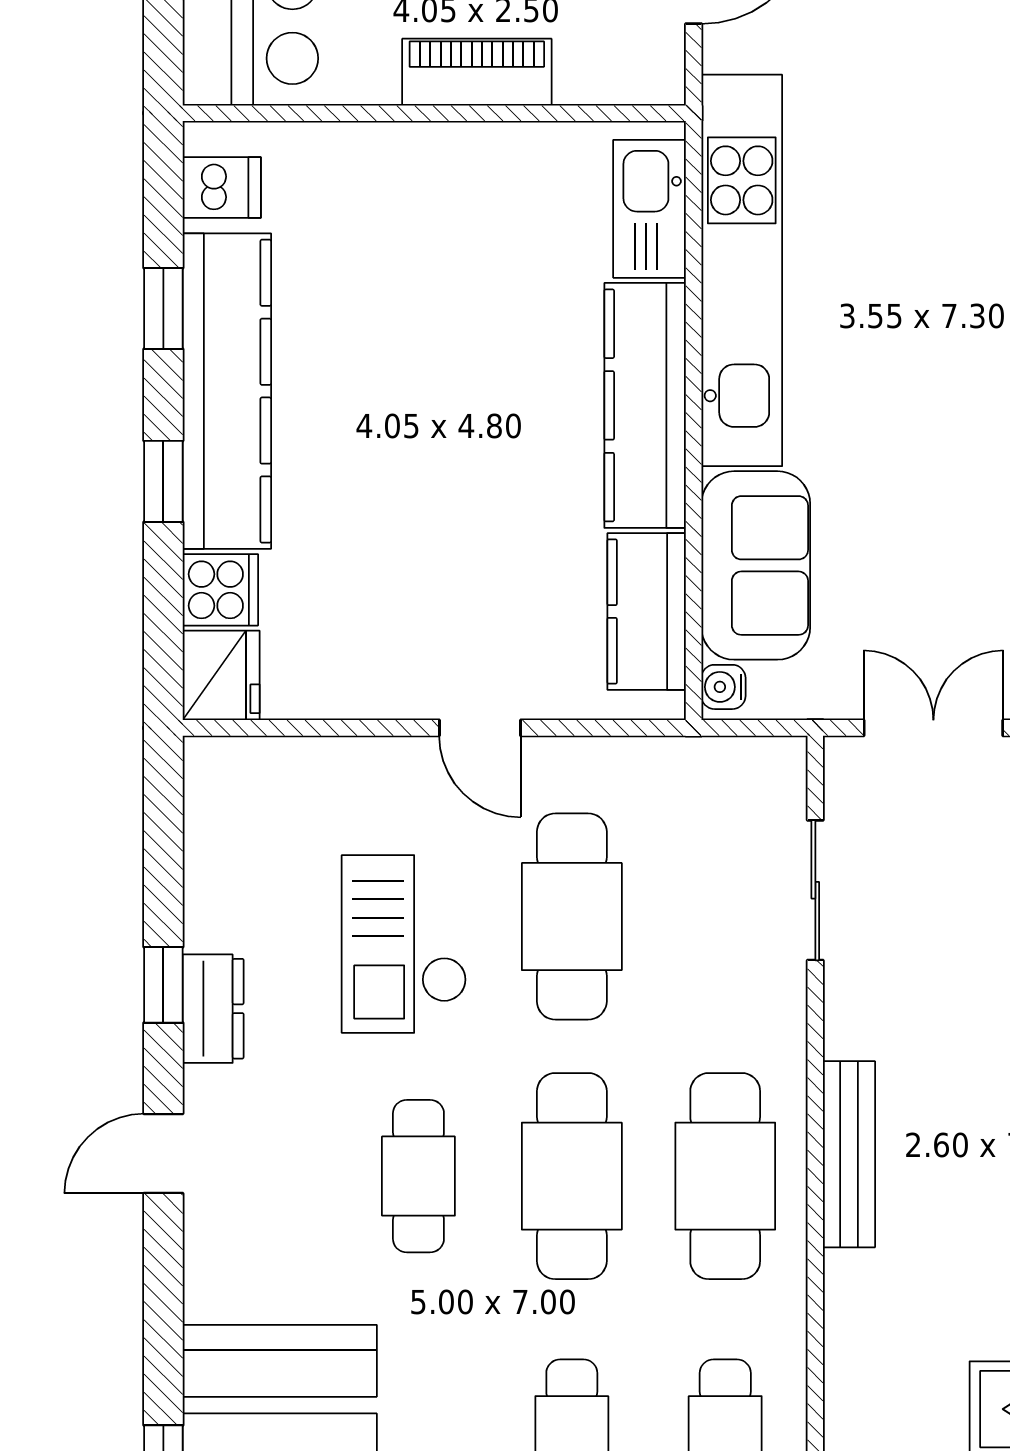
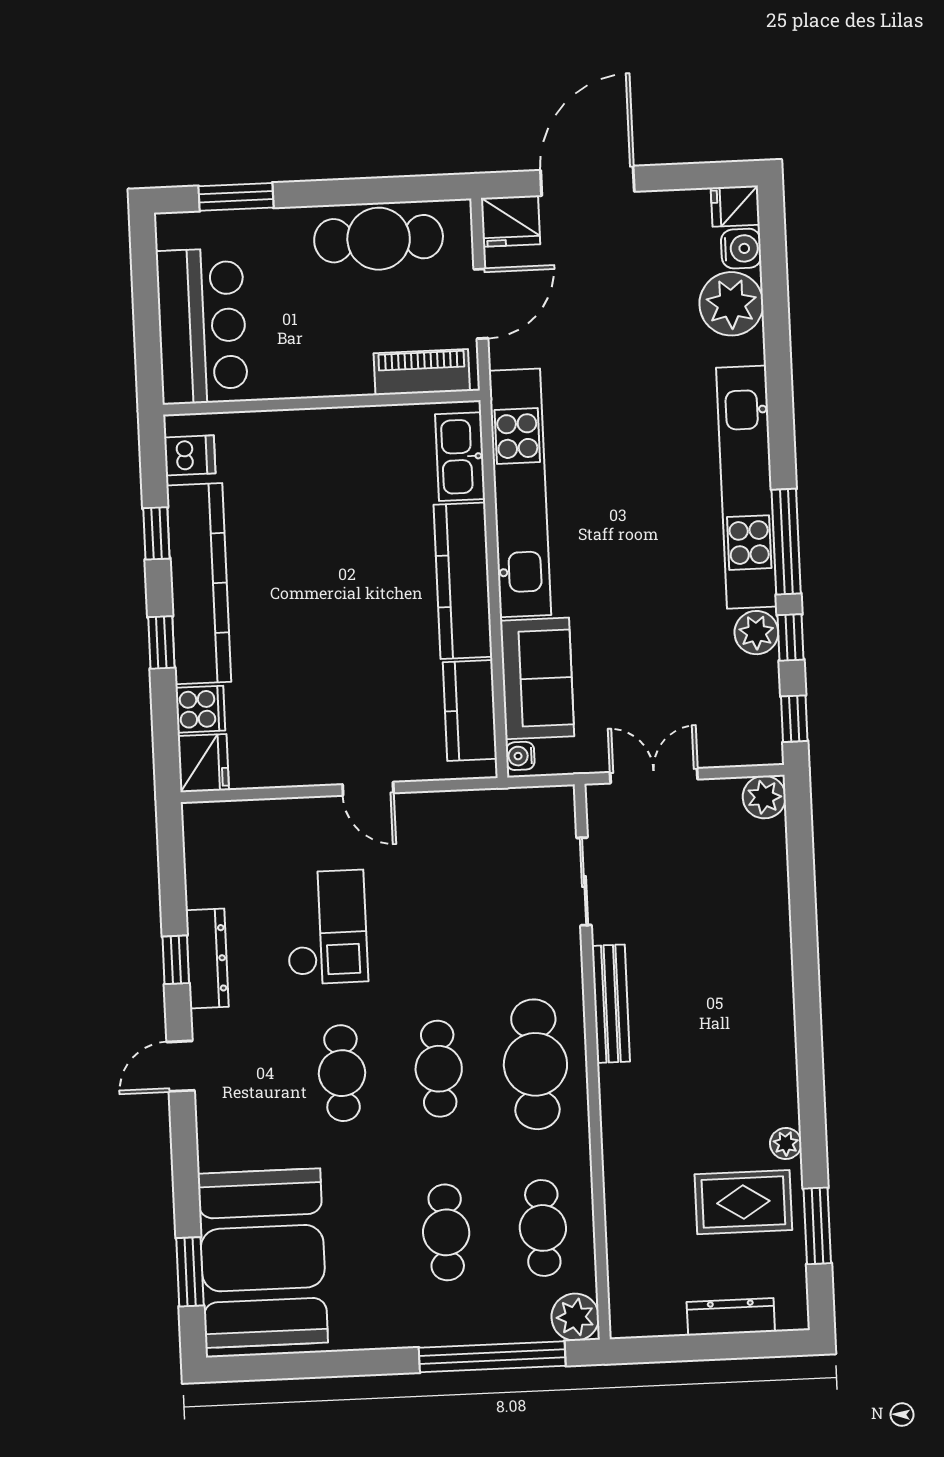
piano: (477, 72) -> (422, 372), moved
cafe table: (572, 917) -> (431, 905), removed
checkout: (404, 944) -> (326, 927), turned 180
dresser: (213, 1009) -> (207, 958), width x1.44
bench: (849, 1154) -> (611, 1004), moved
cafe table: (572, 1176) -> (439, 1069), width x0.73, depth x0.74

